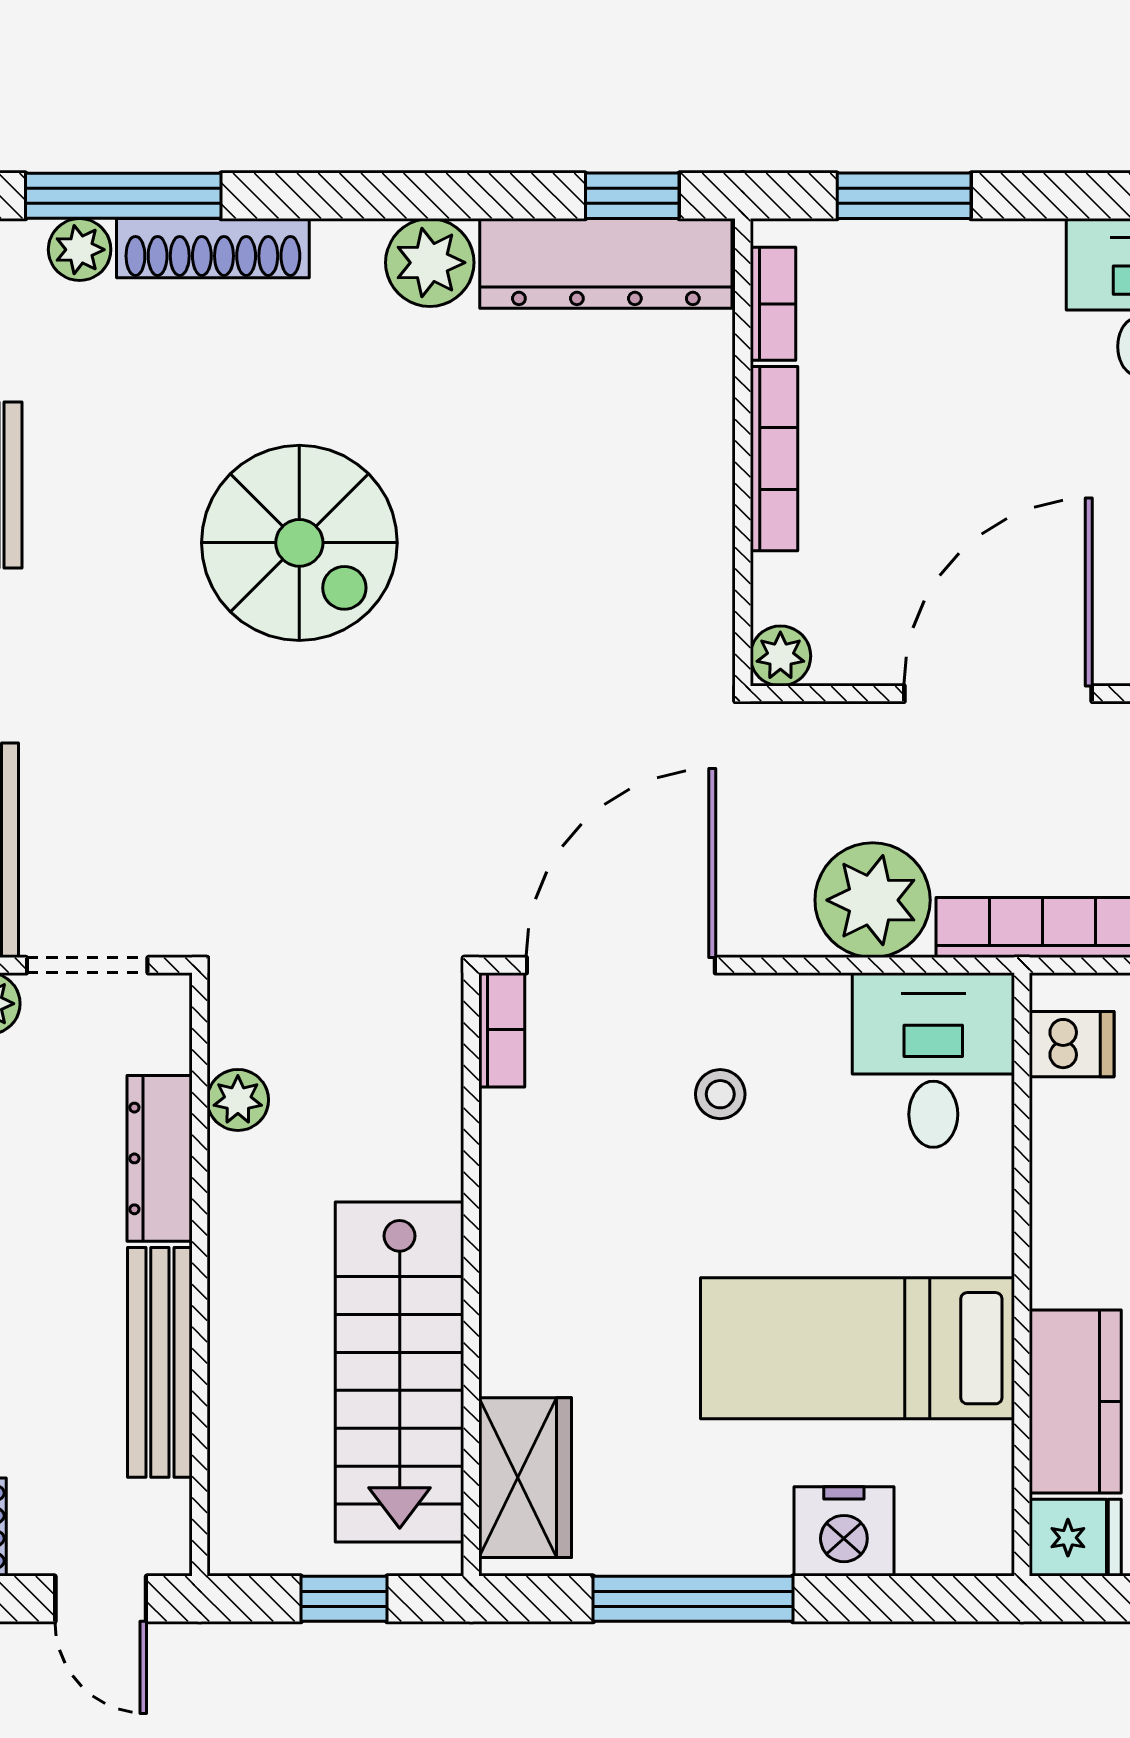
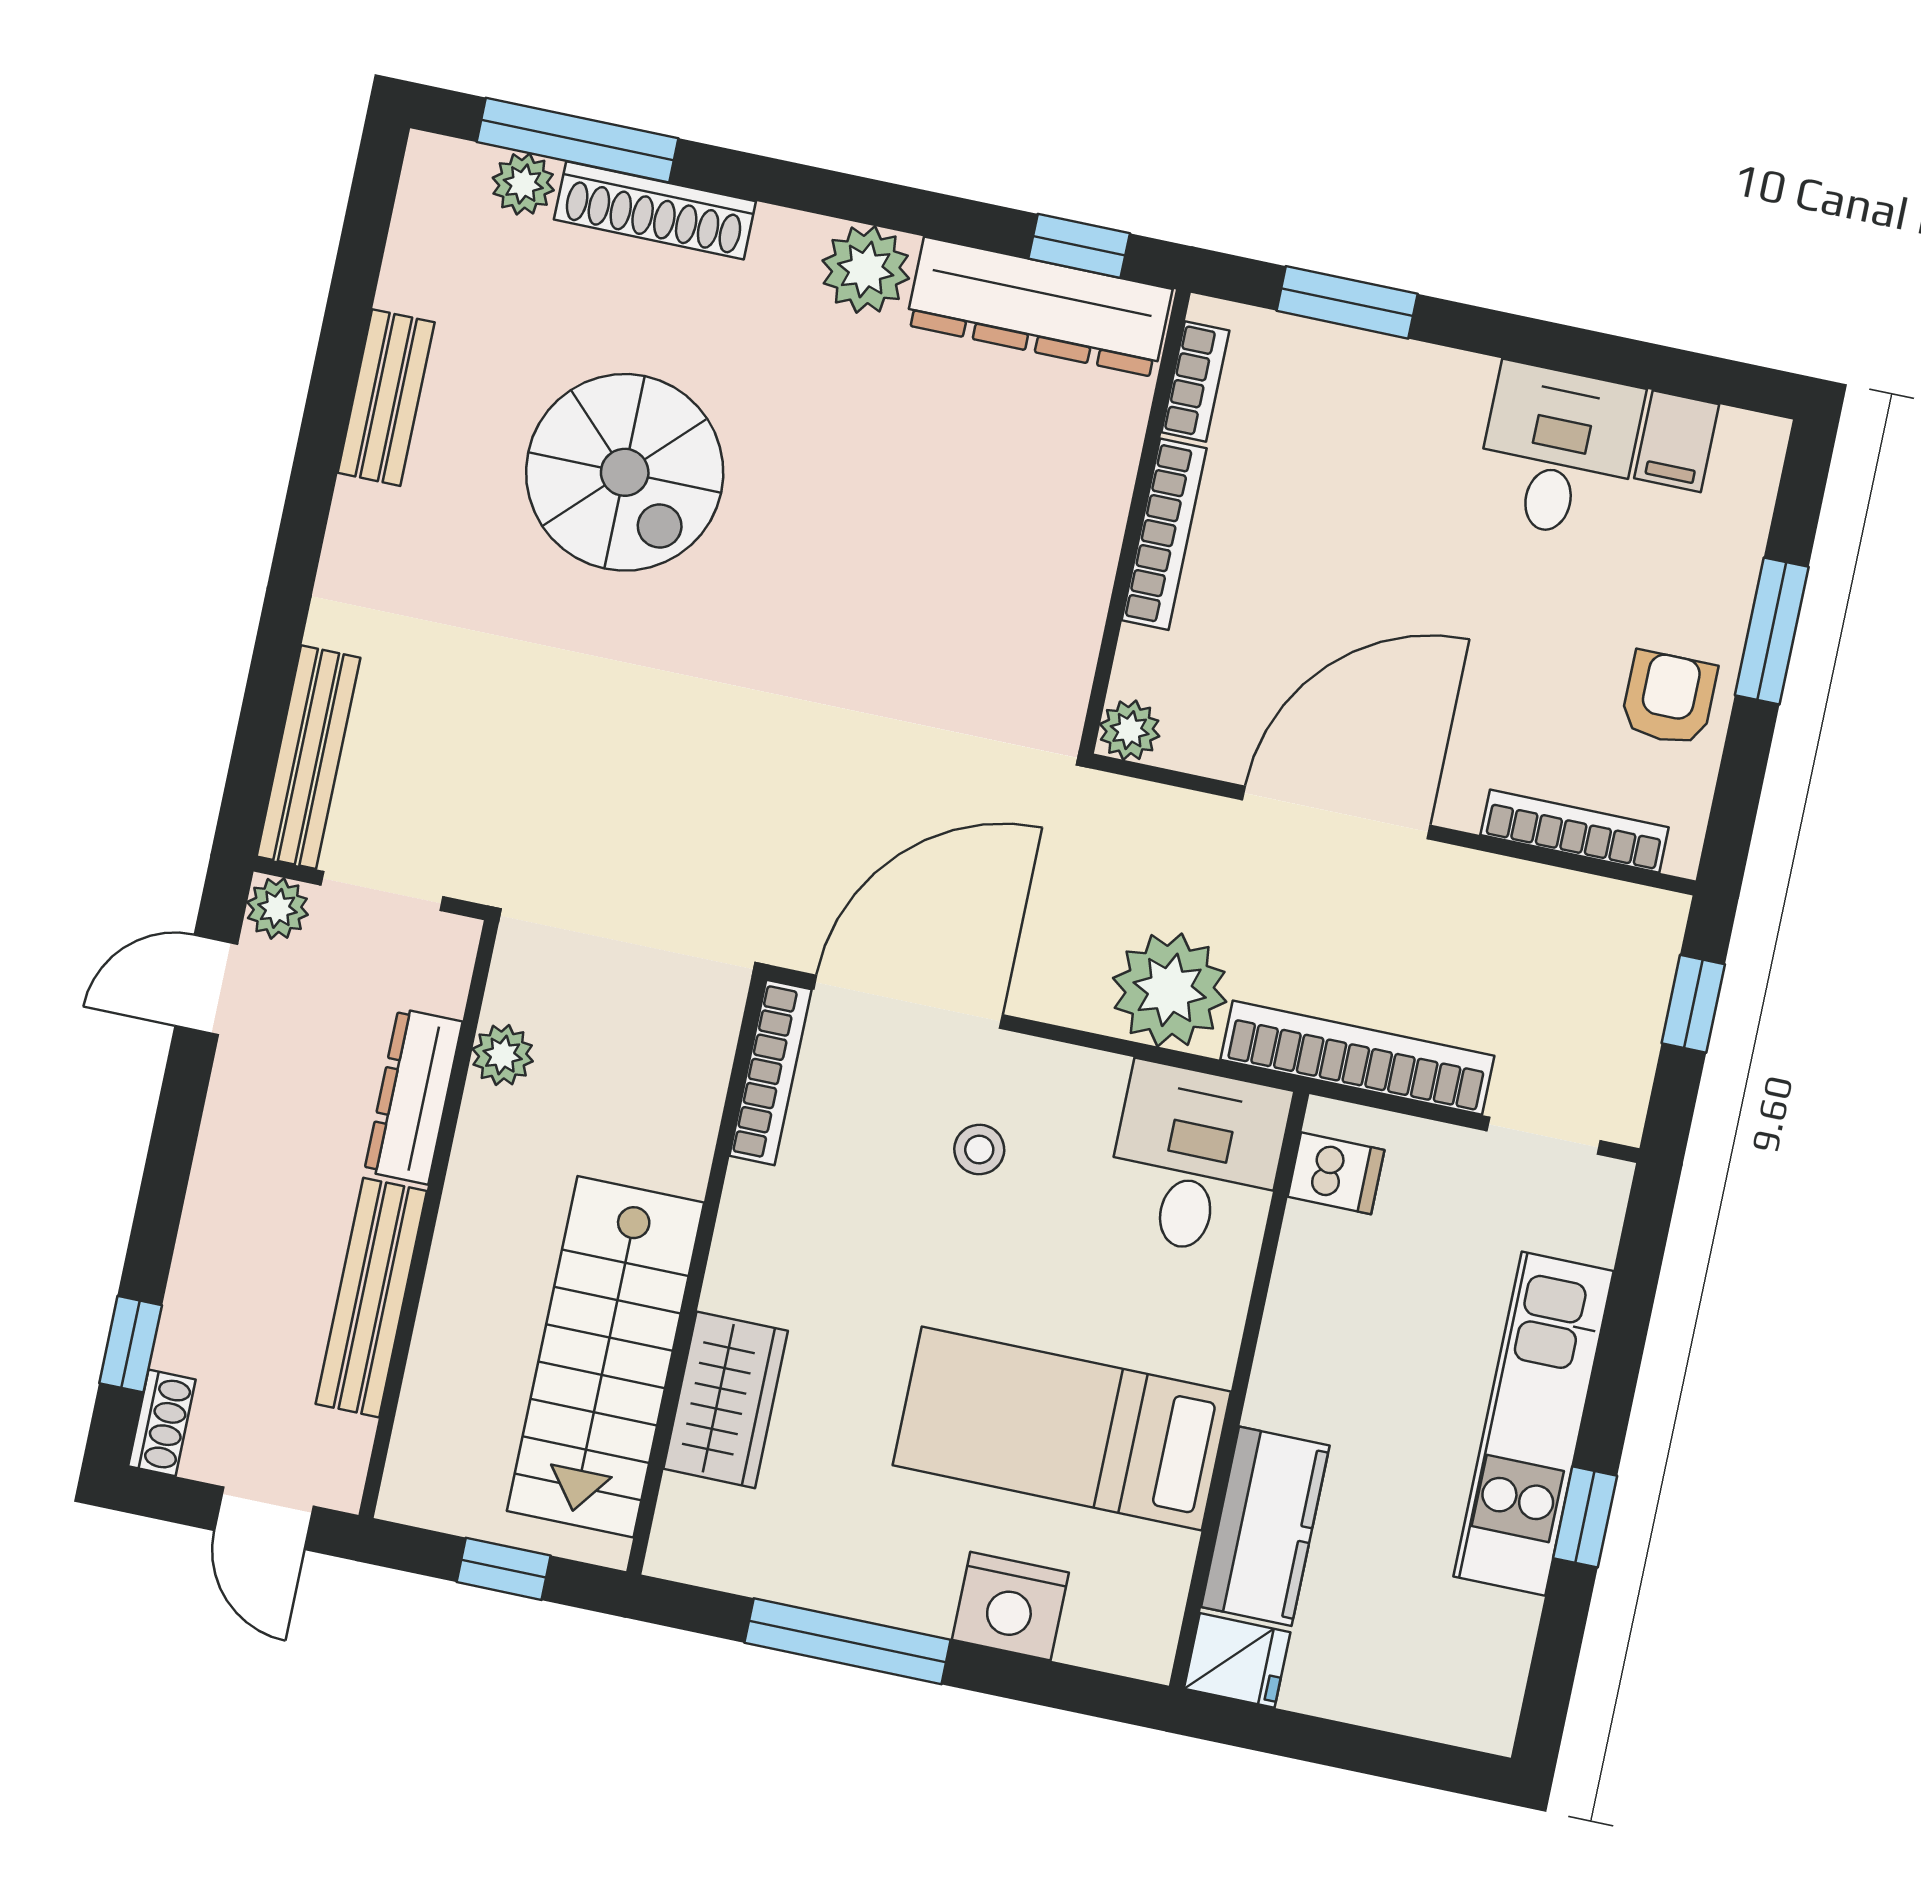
spiral stairs: (299, 543) -> (625, 472), moved
bookcase: (502, 1030) -> (770, 1073), width x1.56
wardrobe: (525, 1478) -> (726, 1400), moved

